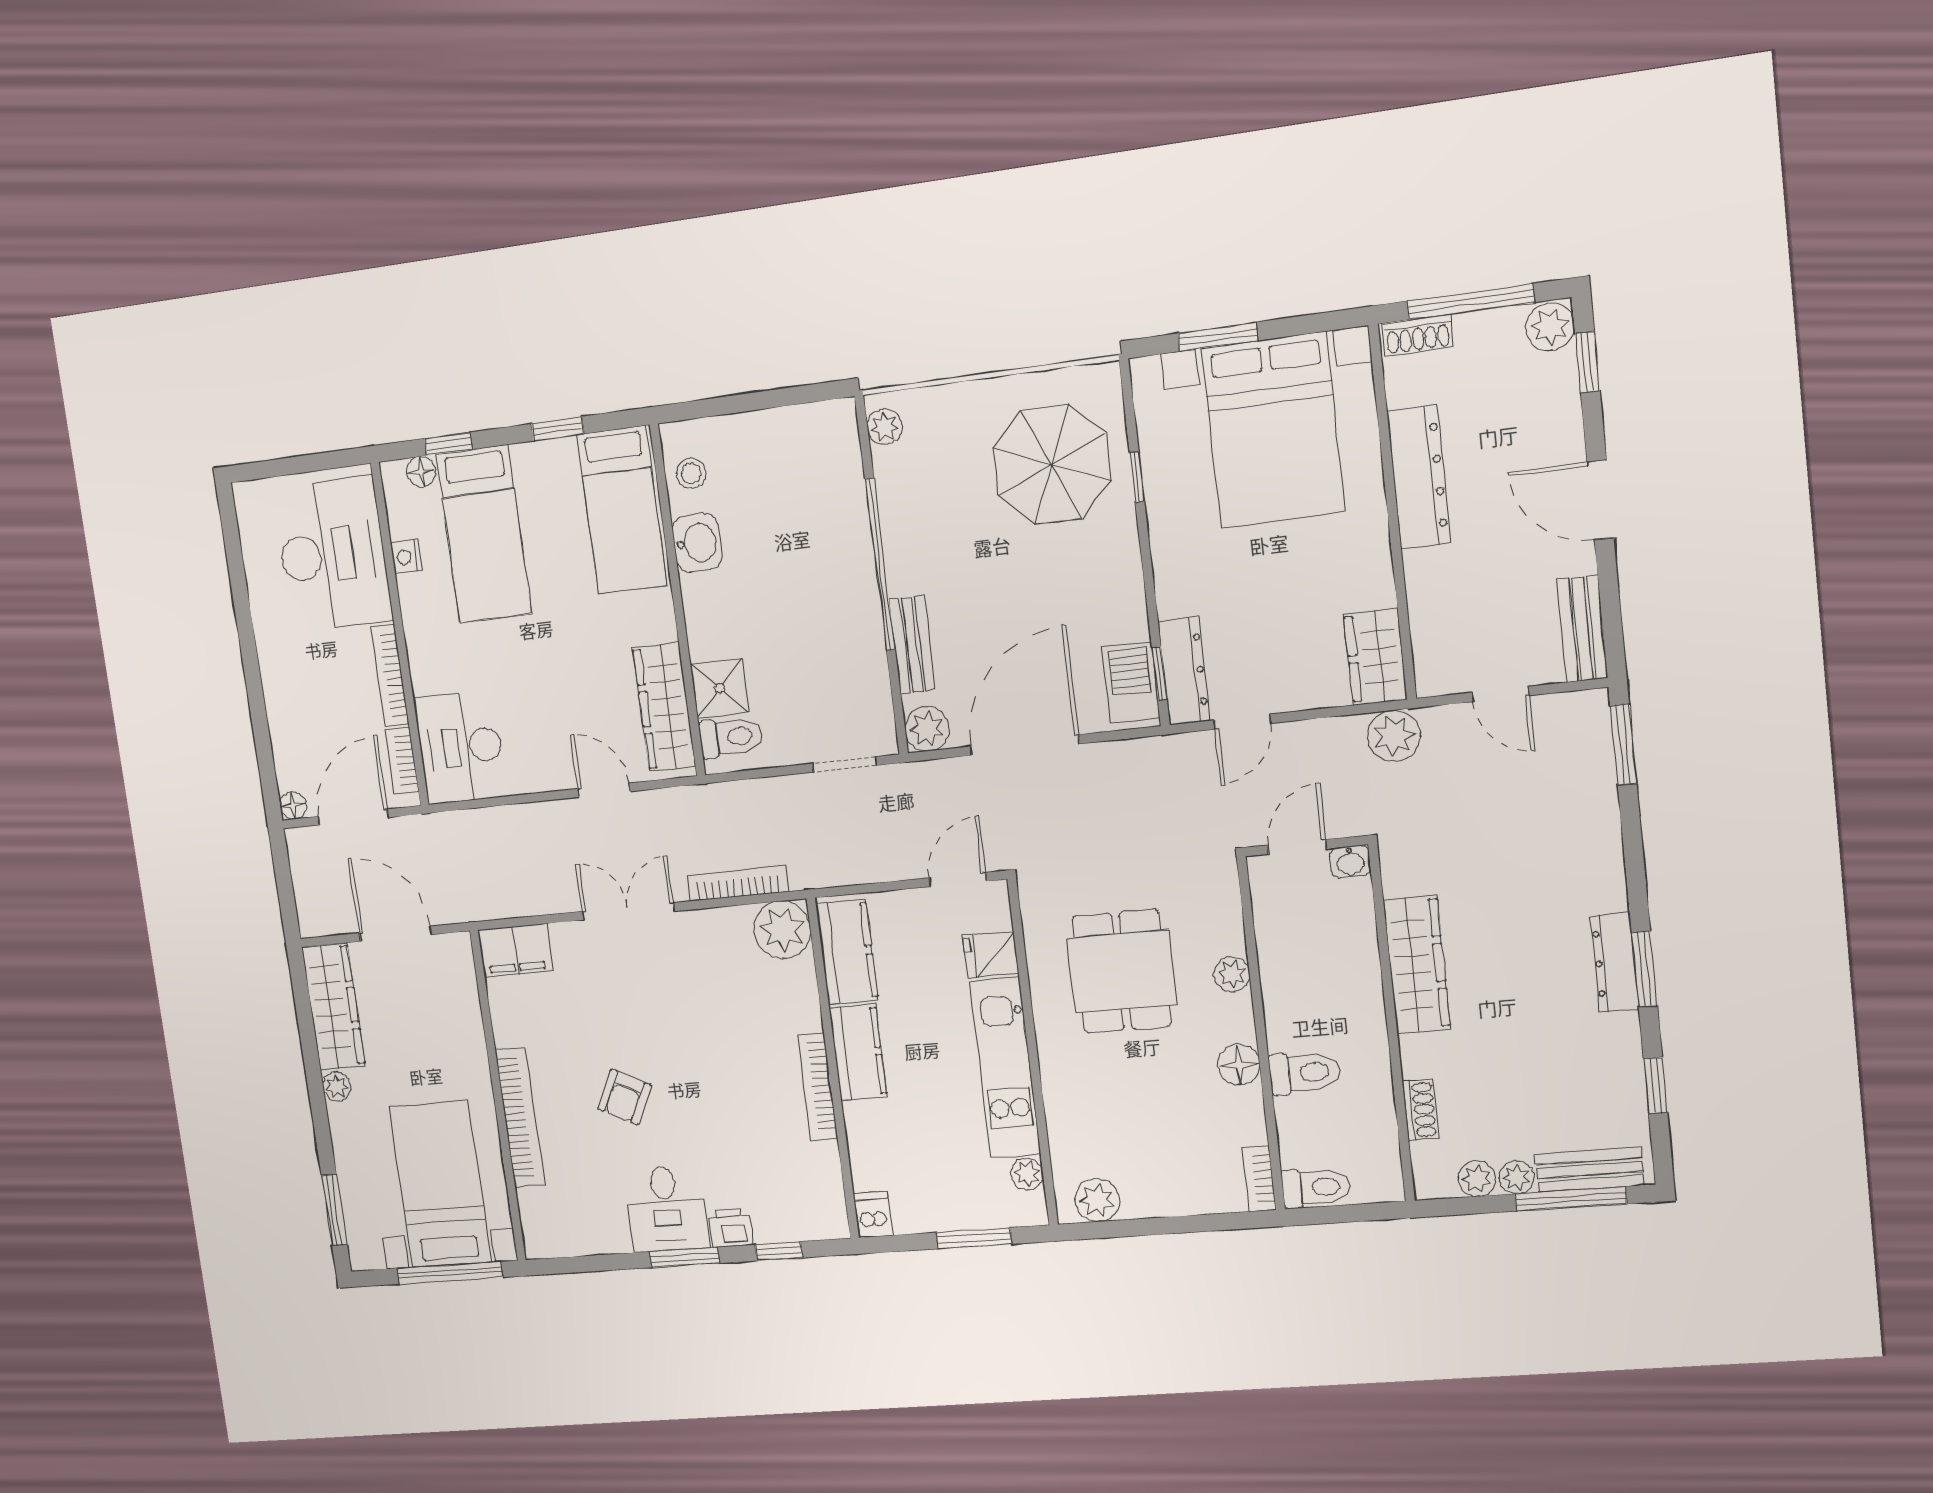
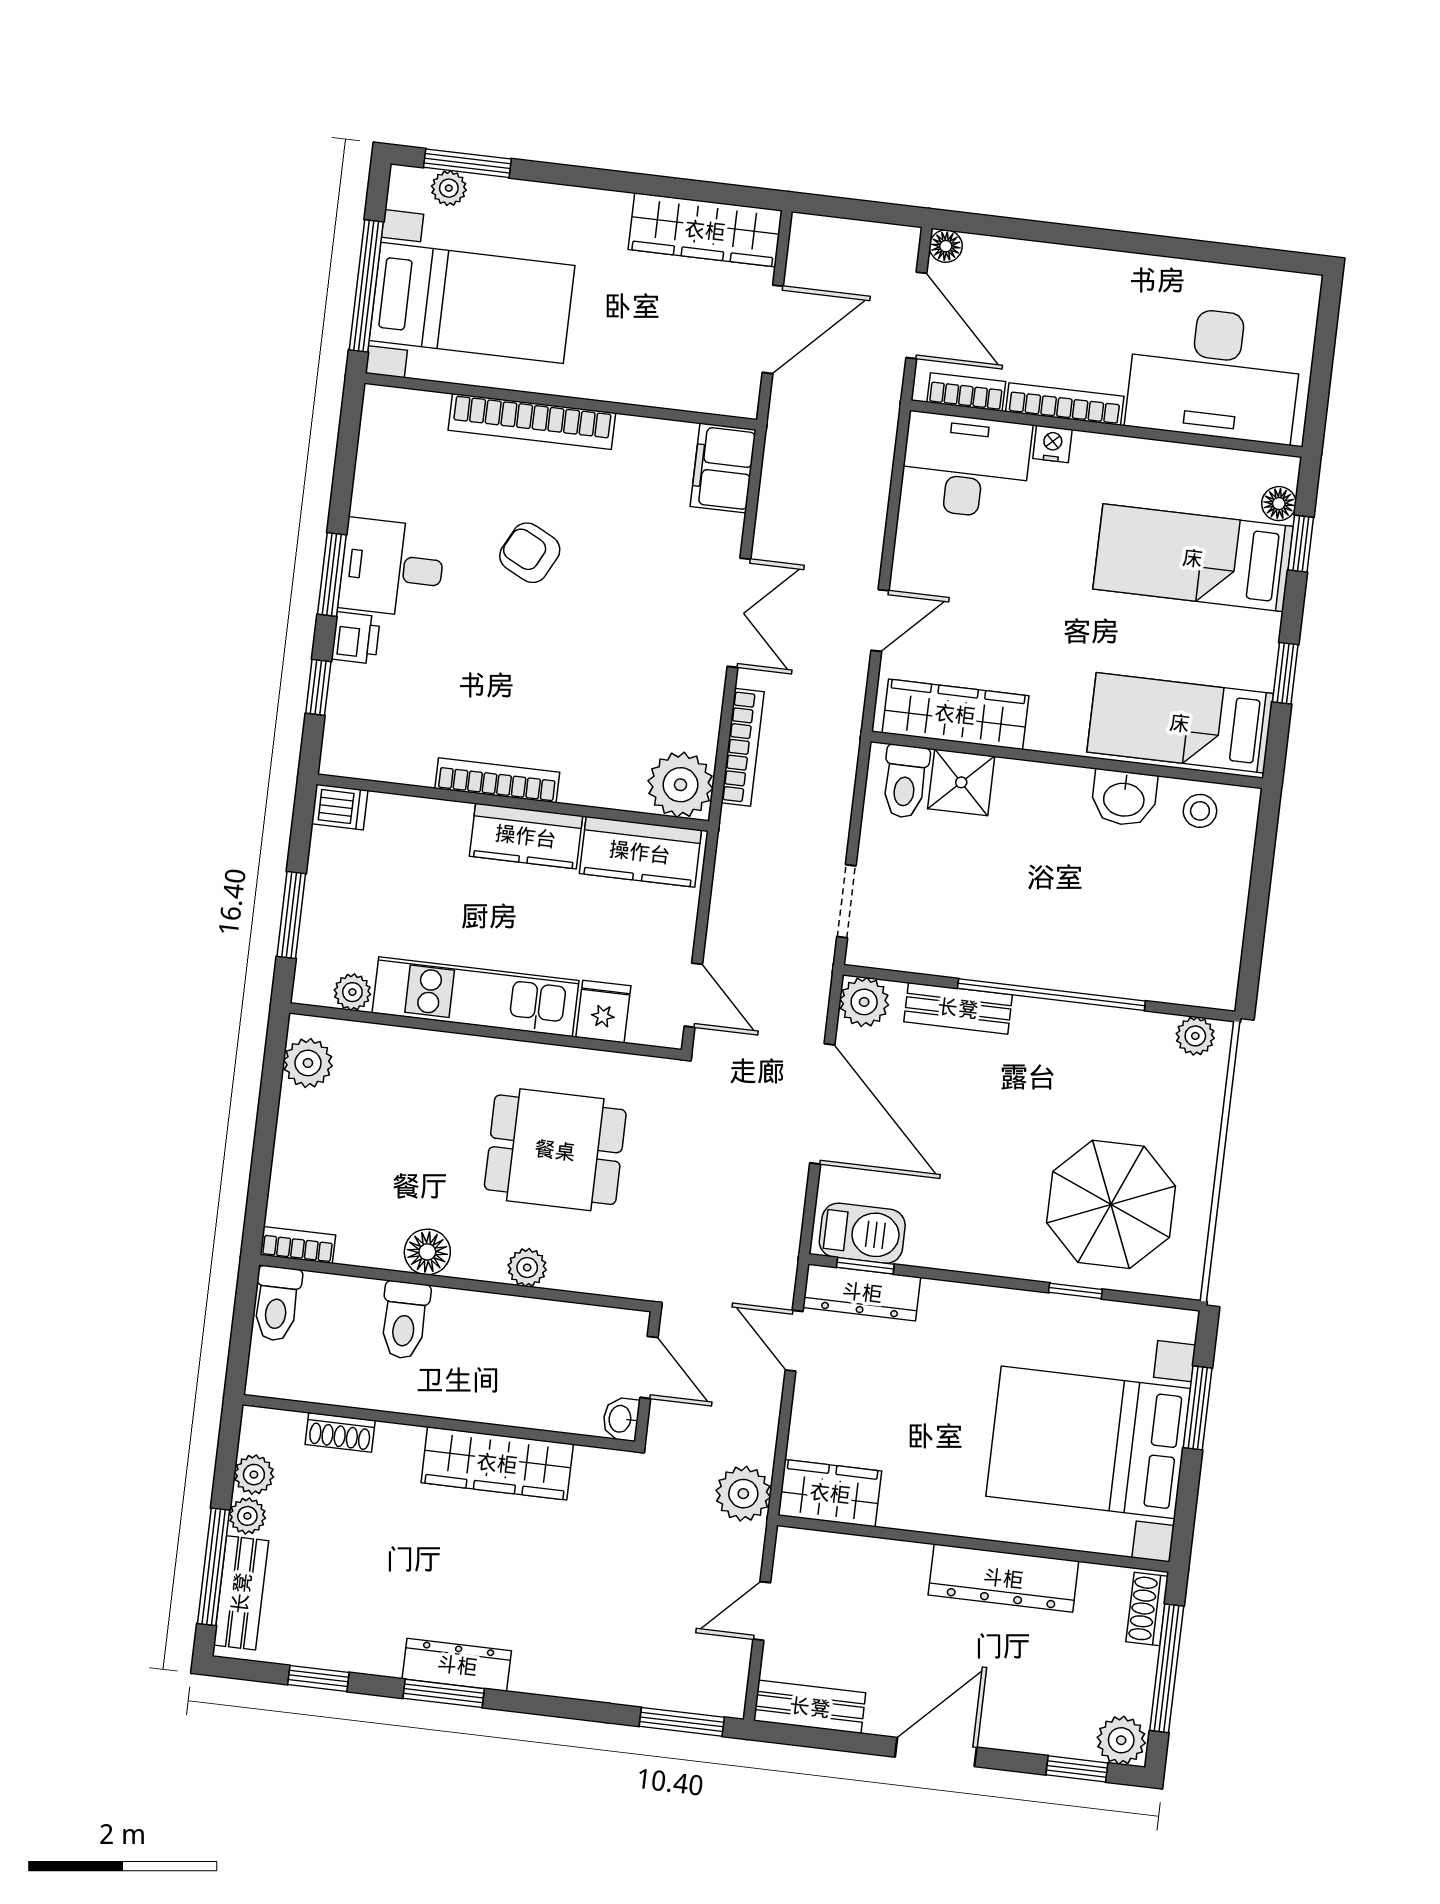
nightstand: (406, 557) -> (1052, 444), moved
plant: (337, 1086) -> (449, 188), moved

